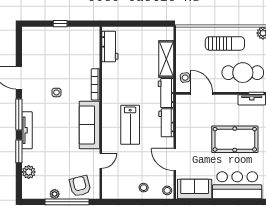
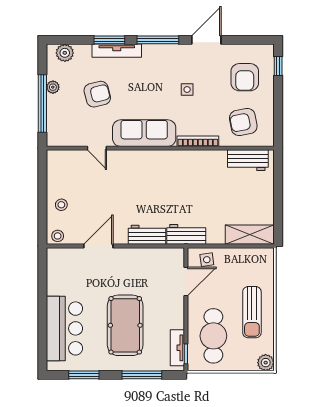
window: (60, 24) -> (278, 66), moved
armchair: (47, 49) -> (245, 77), added
armchair: (81, 50) -> (243, 122), added
shelving: (166, 59) -> (250, 235), moved
lab bench: (130, 125) -> (144, 187), removed
tv unit: (27, 130) -> (117, 51), moved
plant: (29, 172) -> (65, 53), moved
armchair: (80, 186) -> (97, 94), moved
sofa: (195, 189) -> (59, 272), removed

